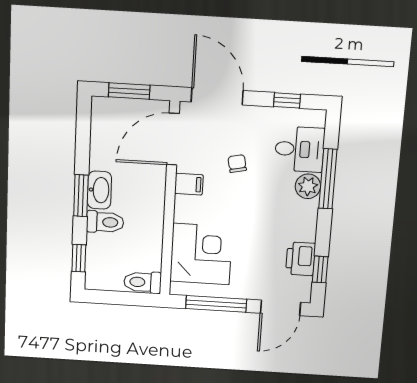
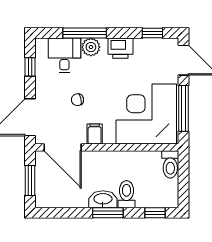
corner desk: (201, 254) -> (146, 114), width x1.36, depth x1.36
printer: (301, 259) -> (120, 48), moved

